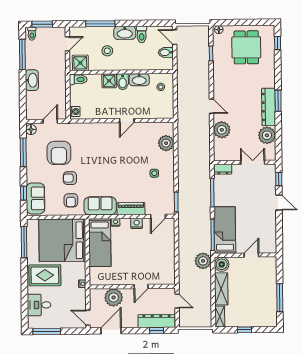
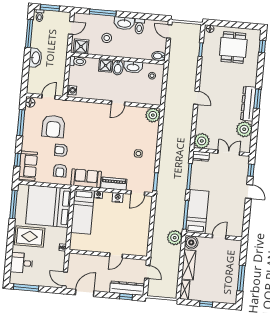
bidet: (166, 52) -> (159, 56), moved
plant: (222, 130) -> (202, 141), moved
plant: (166, 143) -> (153, 115), moved
plant: (114, 297) -> (90, 263), removed

